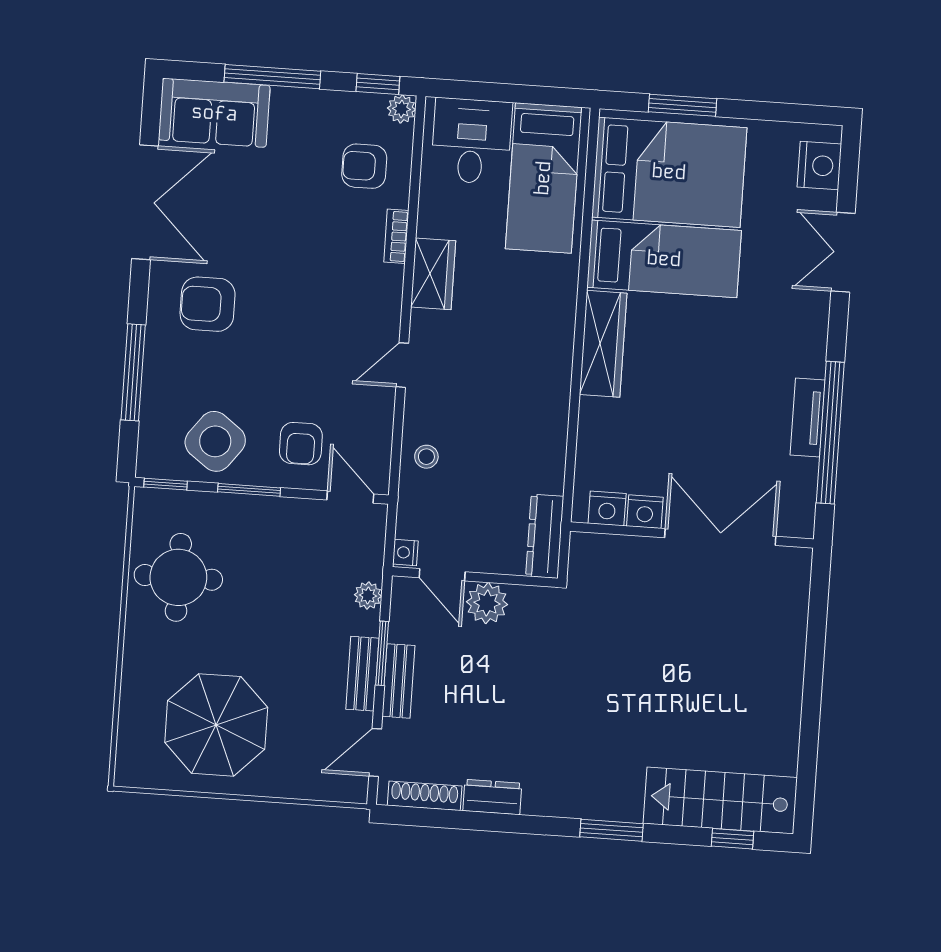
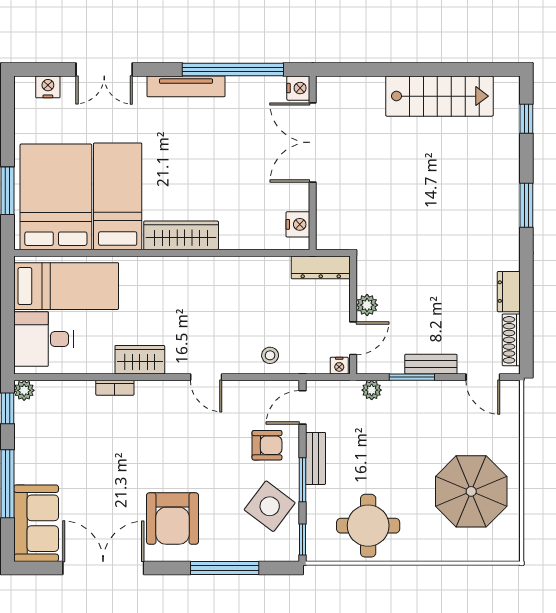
nightstand: (819, 165) -> (48, 87), width x0.74, depth x0.75
armchair: (364, 166) -> (67, 414), removed
armchair: (208, 304) -> (173, 518), width x1.36, depth x1.36
tv unit: (808, 418) -> (186, 86), moved, width x1.41
nightstand: (645, 512) -> (298, 88), moved
plant: (487, 603) -> (367, 305), width x0.73, depth x0.73
bench: (362, 674) -> (315, 458), moved, turned 90
stairs: (720, 800) -> (439, 96), moved, turned -90

